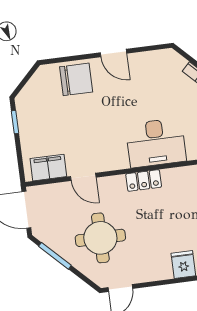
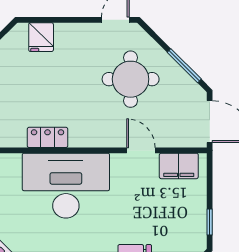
desk: (156, 143) -> (66, 186), width x1.36, depth x1.30
locker: (144, 180) -> (47, 137), moved

